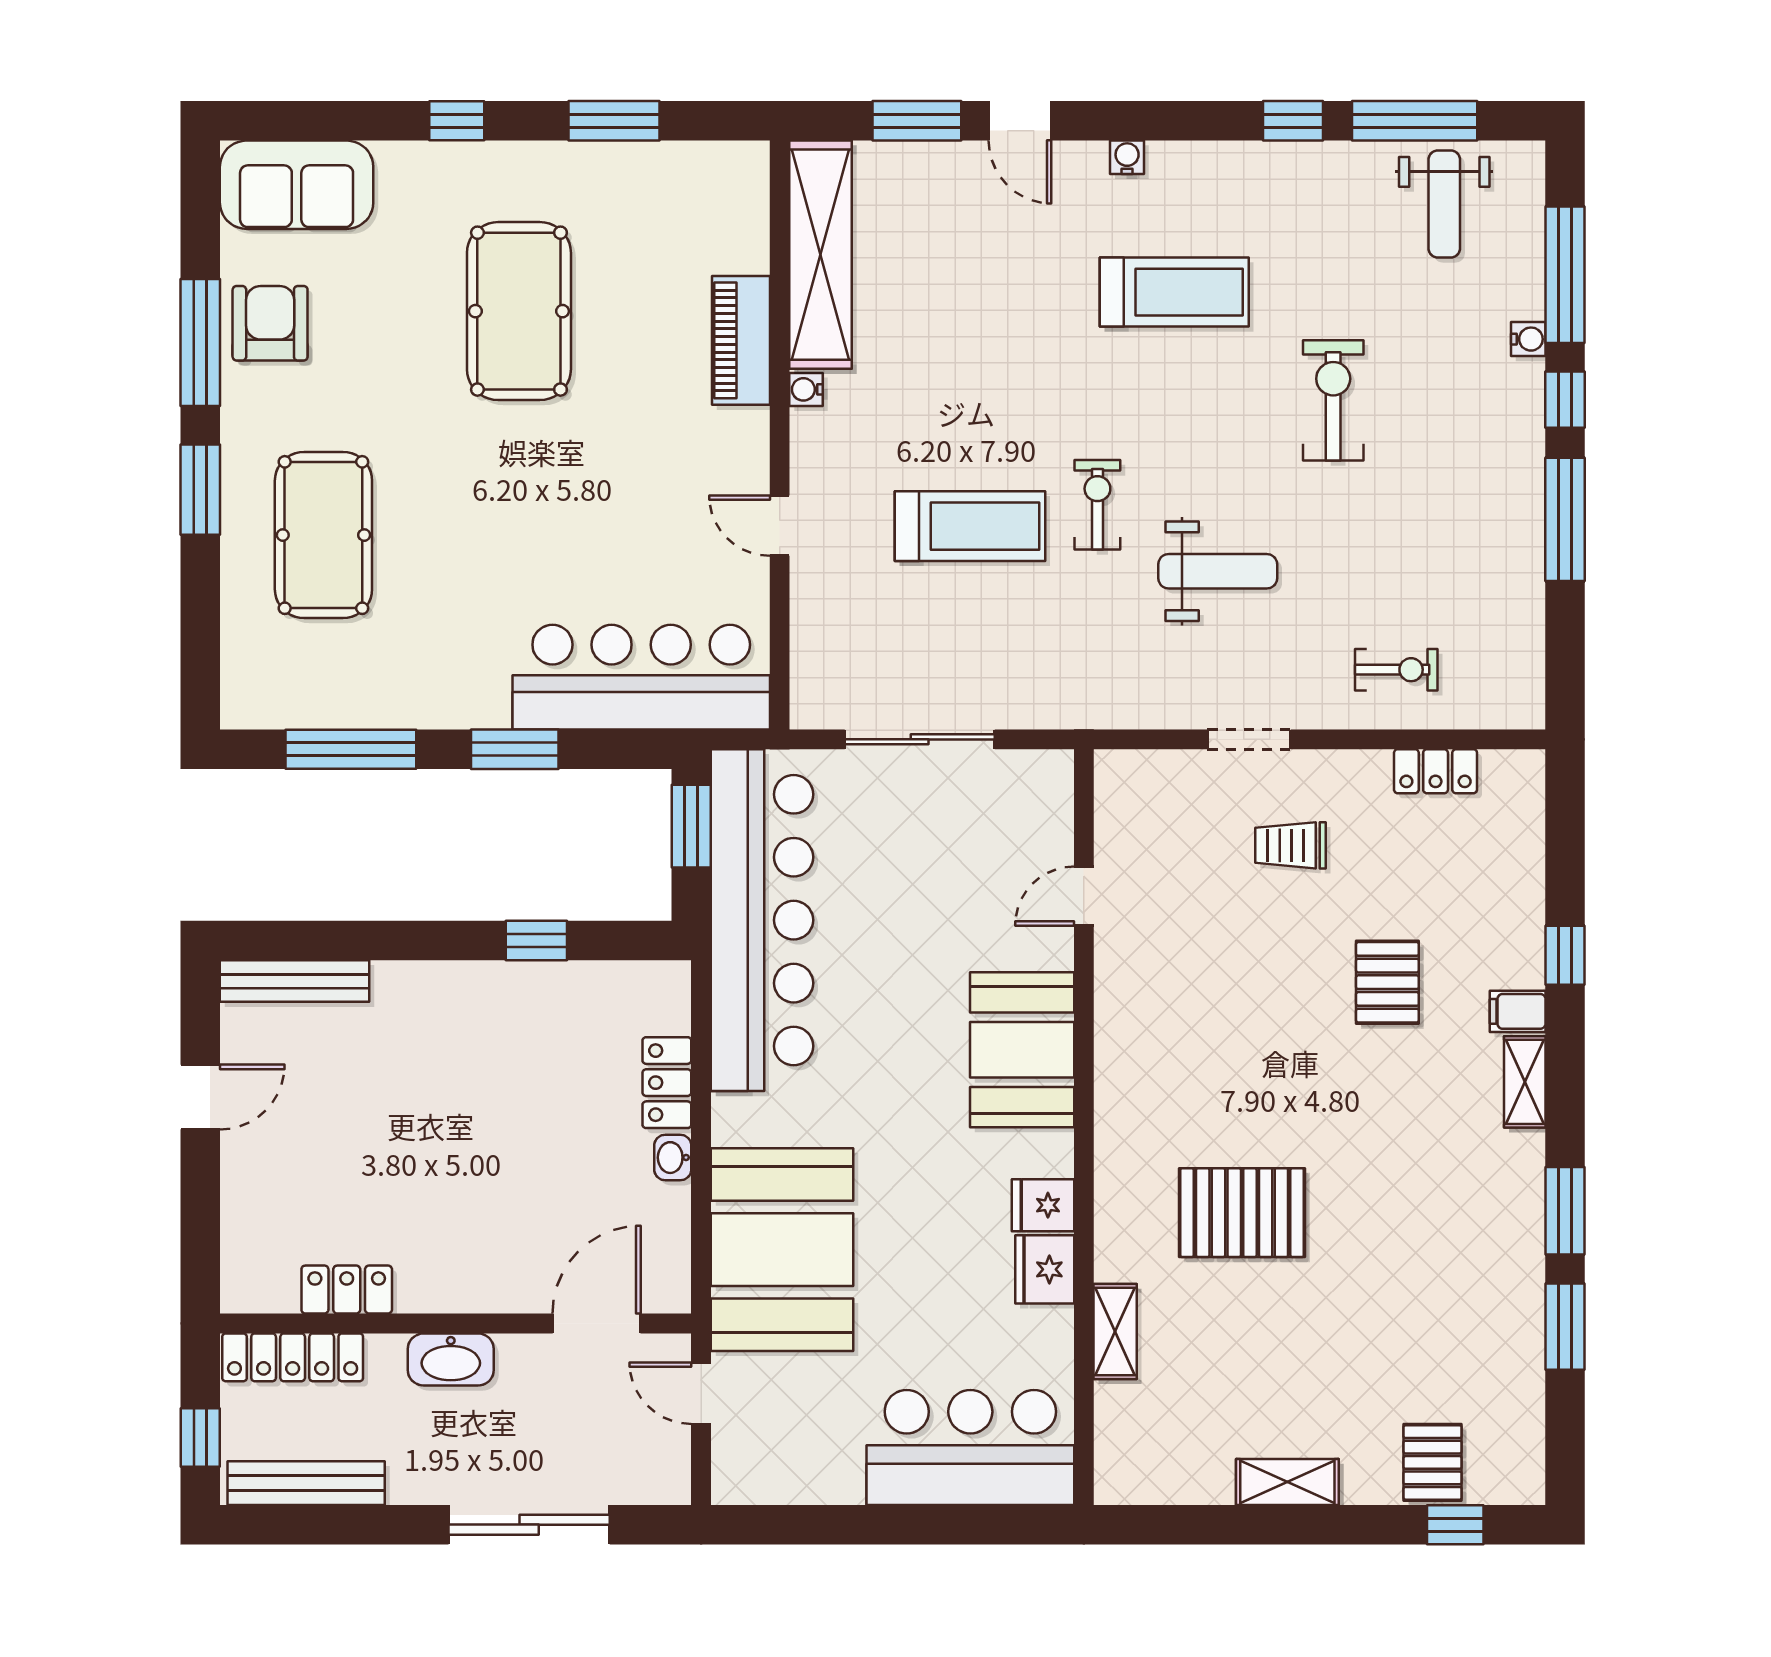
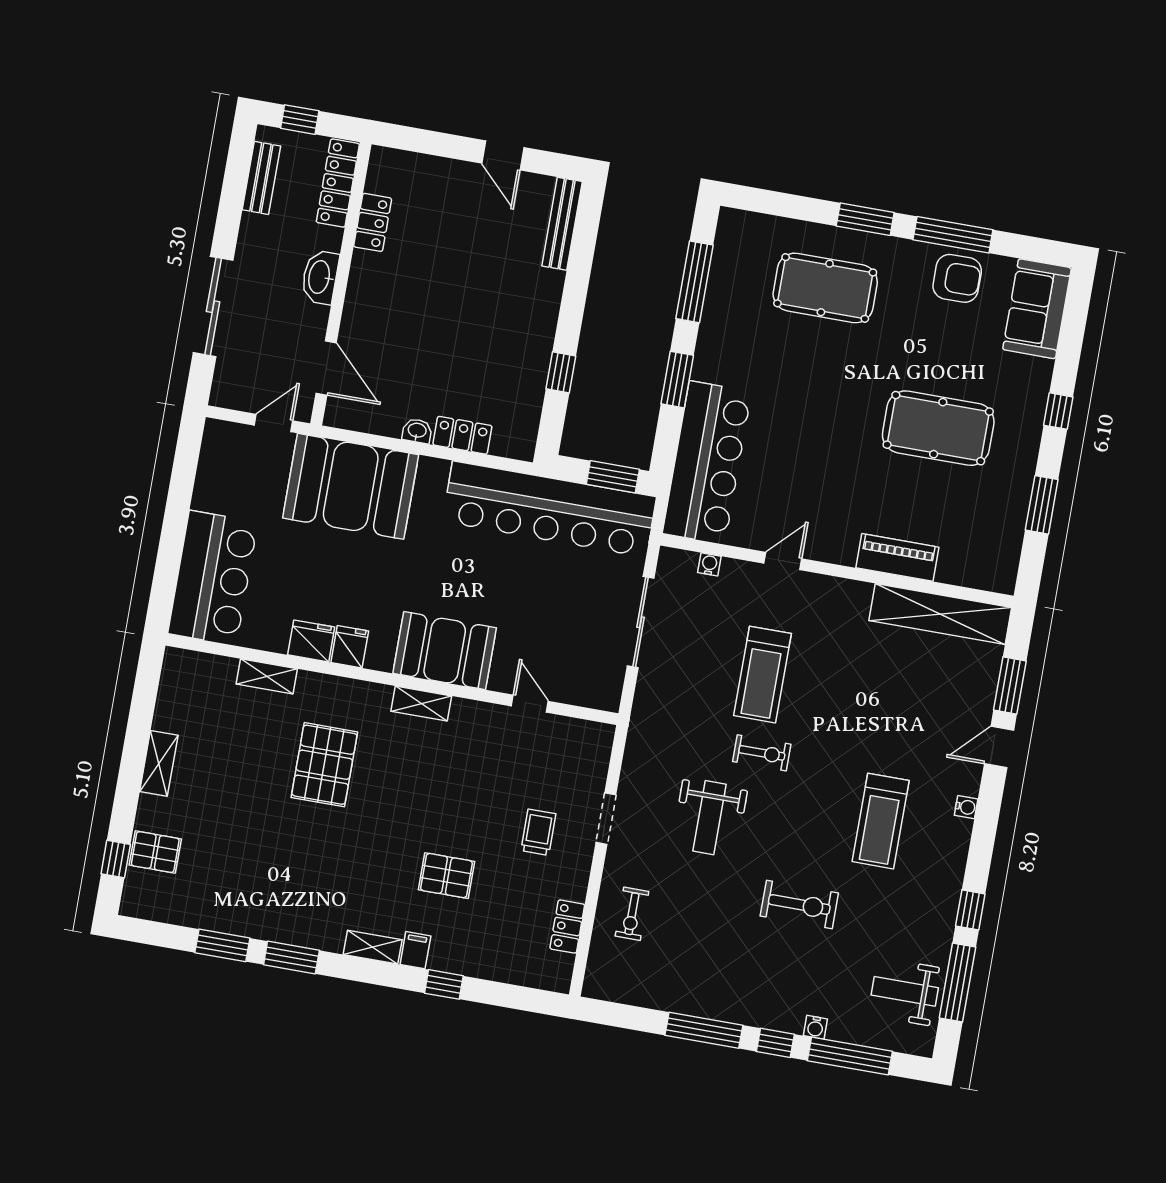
water cooler: (806, 389) -> (709, 564), moved
shelving: (1115, 1072) -> (421, 704), added
bench: (306, 1483) -> (261, 178), width x0.73

